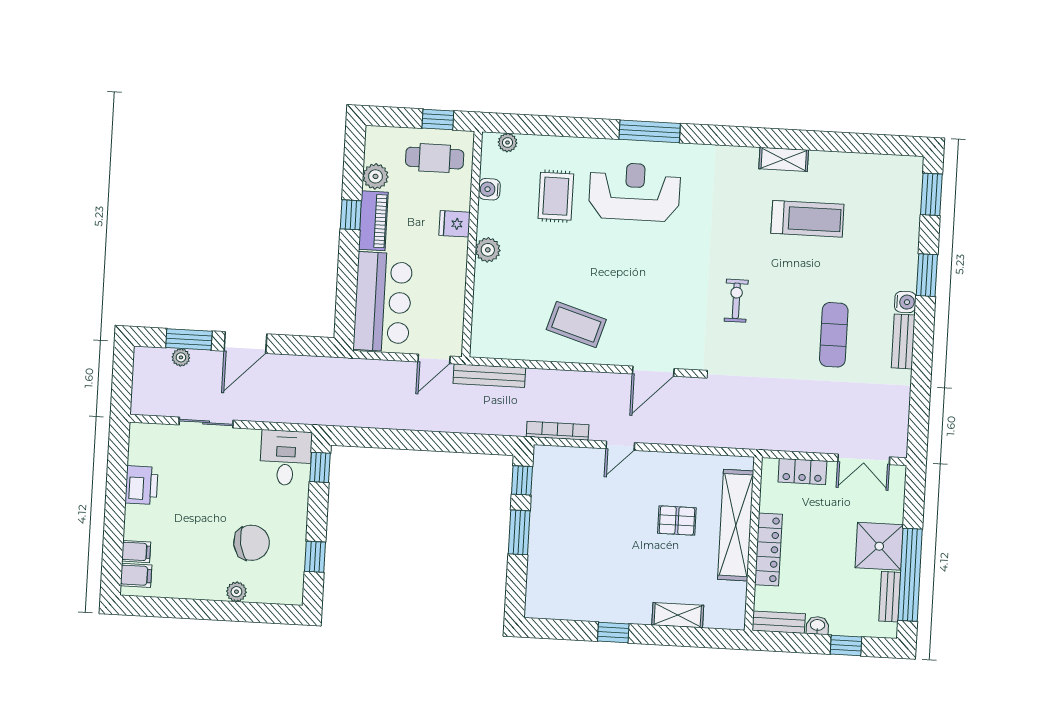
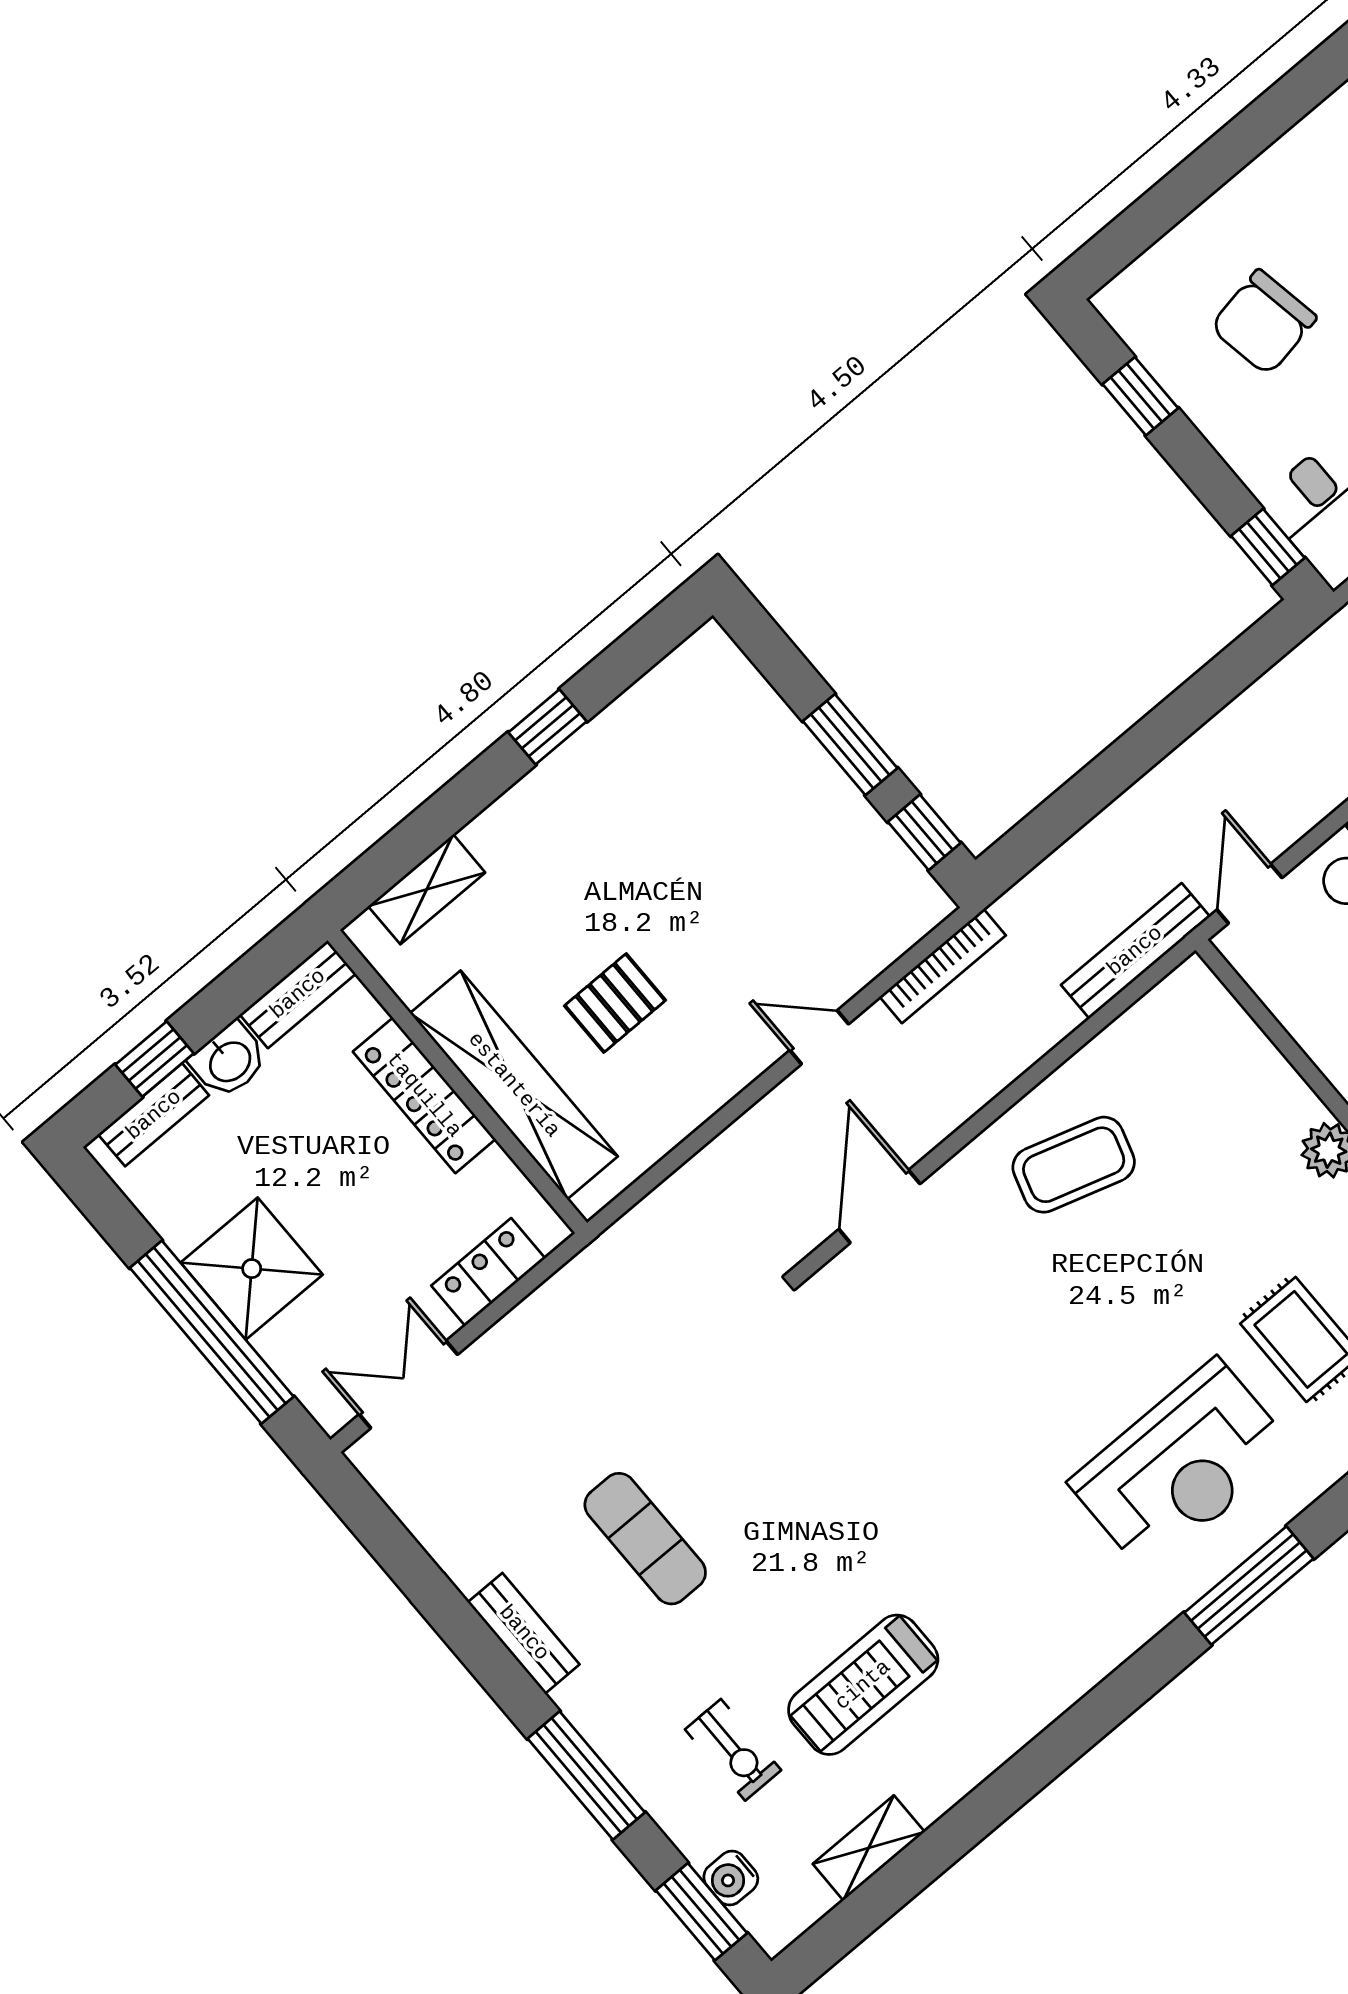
shelving: (784, 159) -> (869, 1848), moved
window: (927, 275) -> (586, 1775), width x1.44
exercise bike: (736, 301) -> (733, 1750), moved
water cooler: (905, 302) -> (731, 1878), moved
door: (620, 446) -> (819, 1037), hinge flipped
window: (910, 575) -> (212, 1332), moved
plant: (236, 592) -> (1213, 221), removed
bench: (890, 597) -> (154, 1115), moved, turned 90
shelving: (678, 615) -> (427, 889), moved
washbasin: (817, 625) -> (229, 1060), width x1.38, depth x1.45

